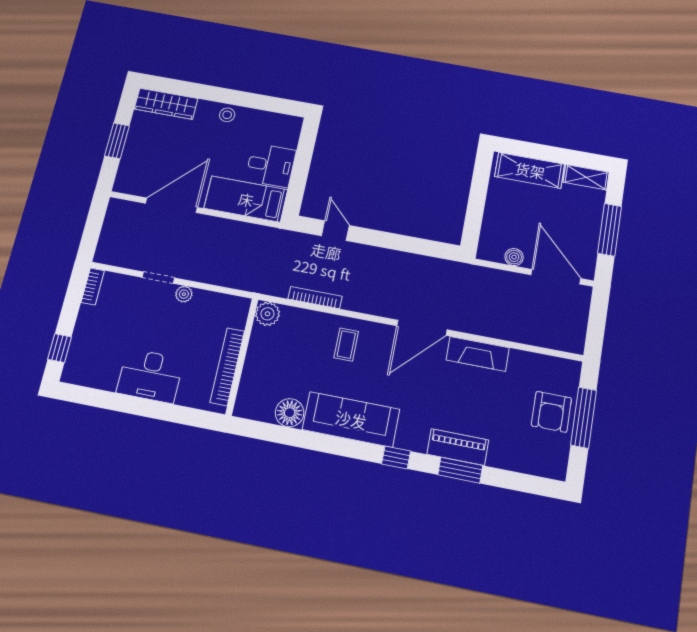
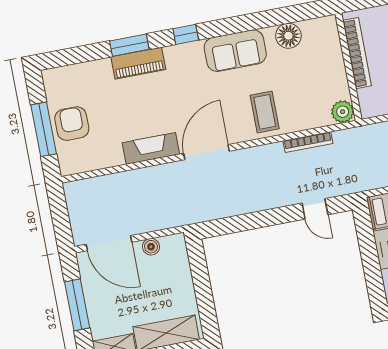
coffee table: (346, 345) -> (265, 112), width x1.36, depth x1.30
sofa: (351, 419) -> (235, 51), width x0.73

